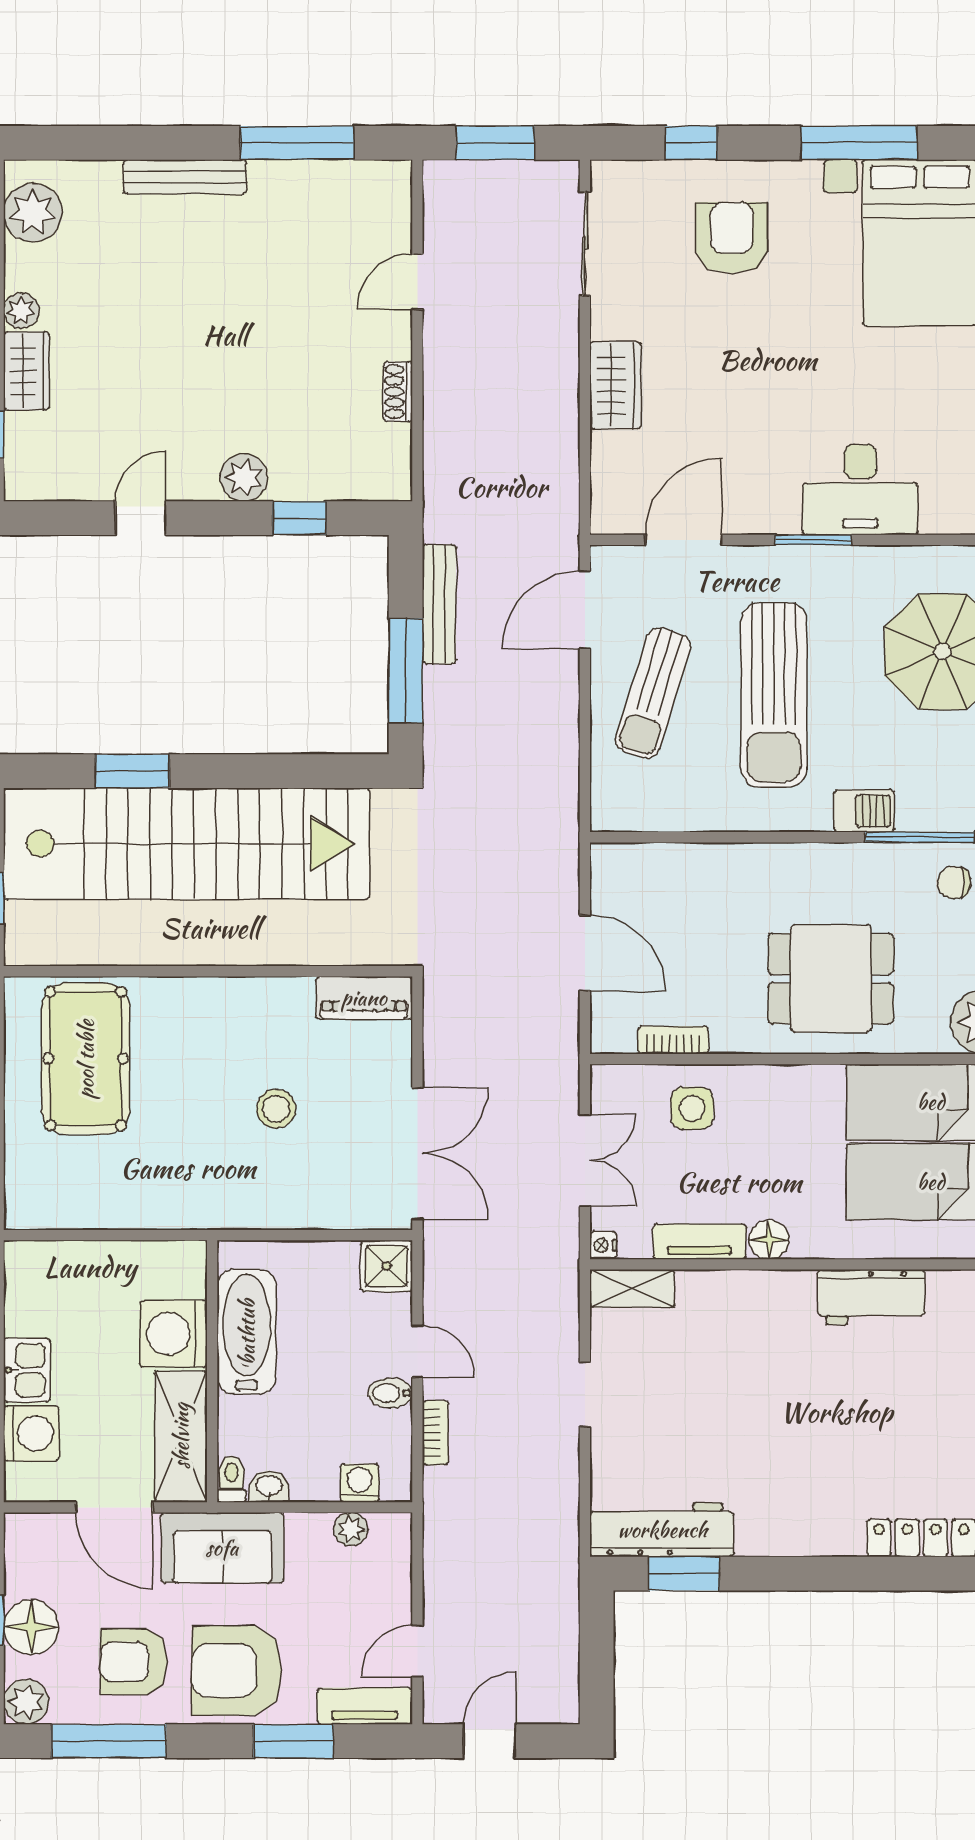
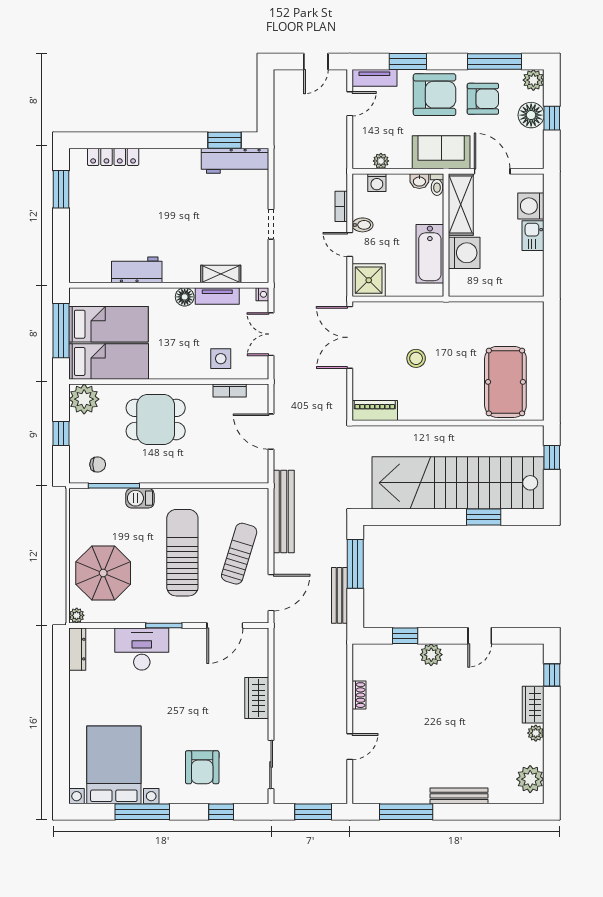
bench: (558, 783) -> (284, 512), added
shower: (386, 1266) -> (369, 280), width x1.36, depth x1.36
shelving: (632, 1288) -> (221, 274), moved

